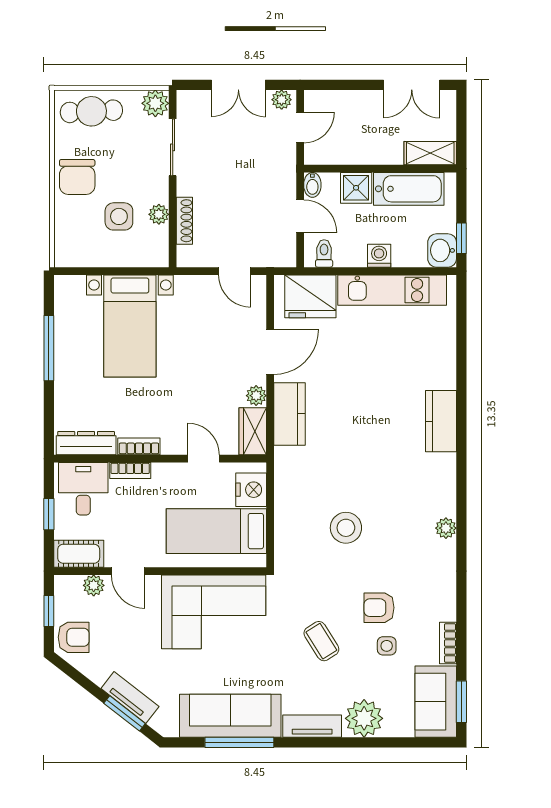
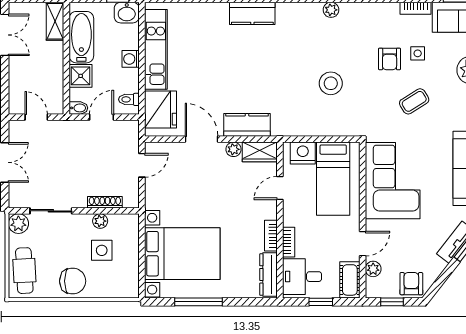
plant: (282, 100) -> (16, 131), removed
bed with nightstands: (130, 326) -> (182, 254), width x1.36

